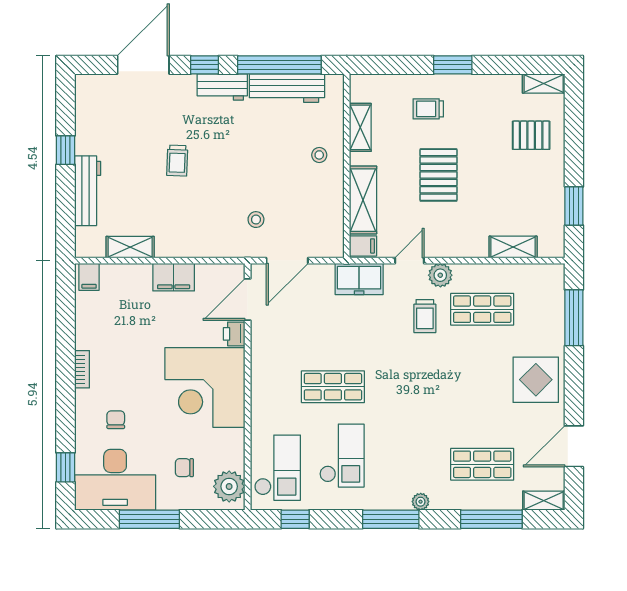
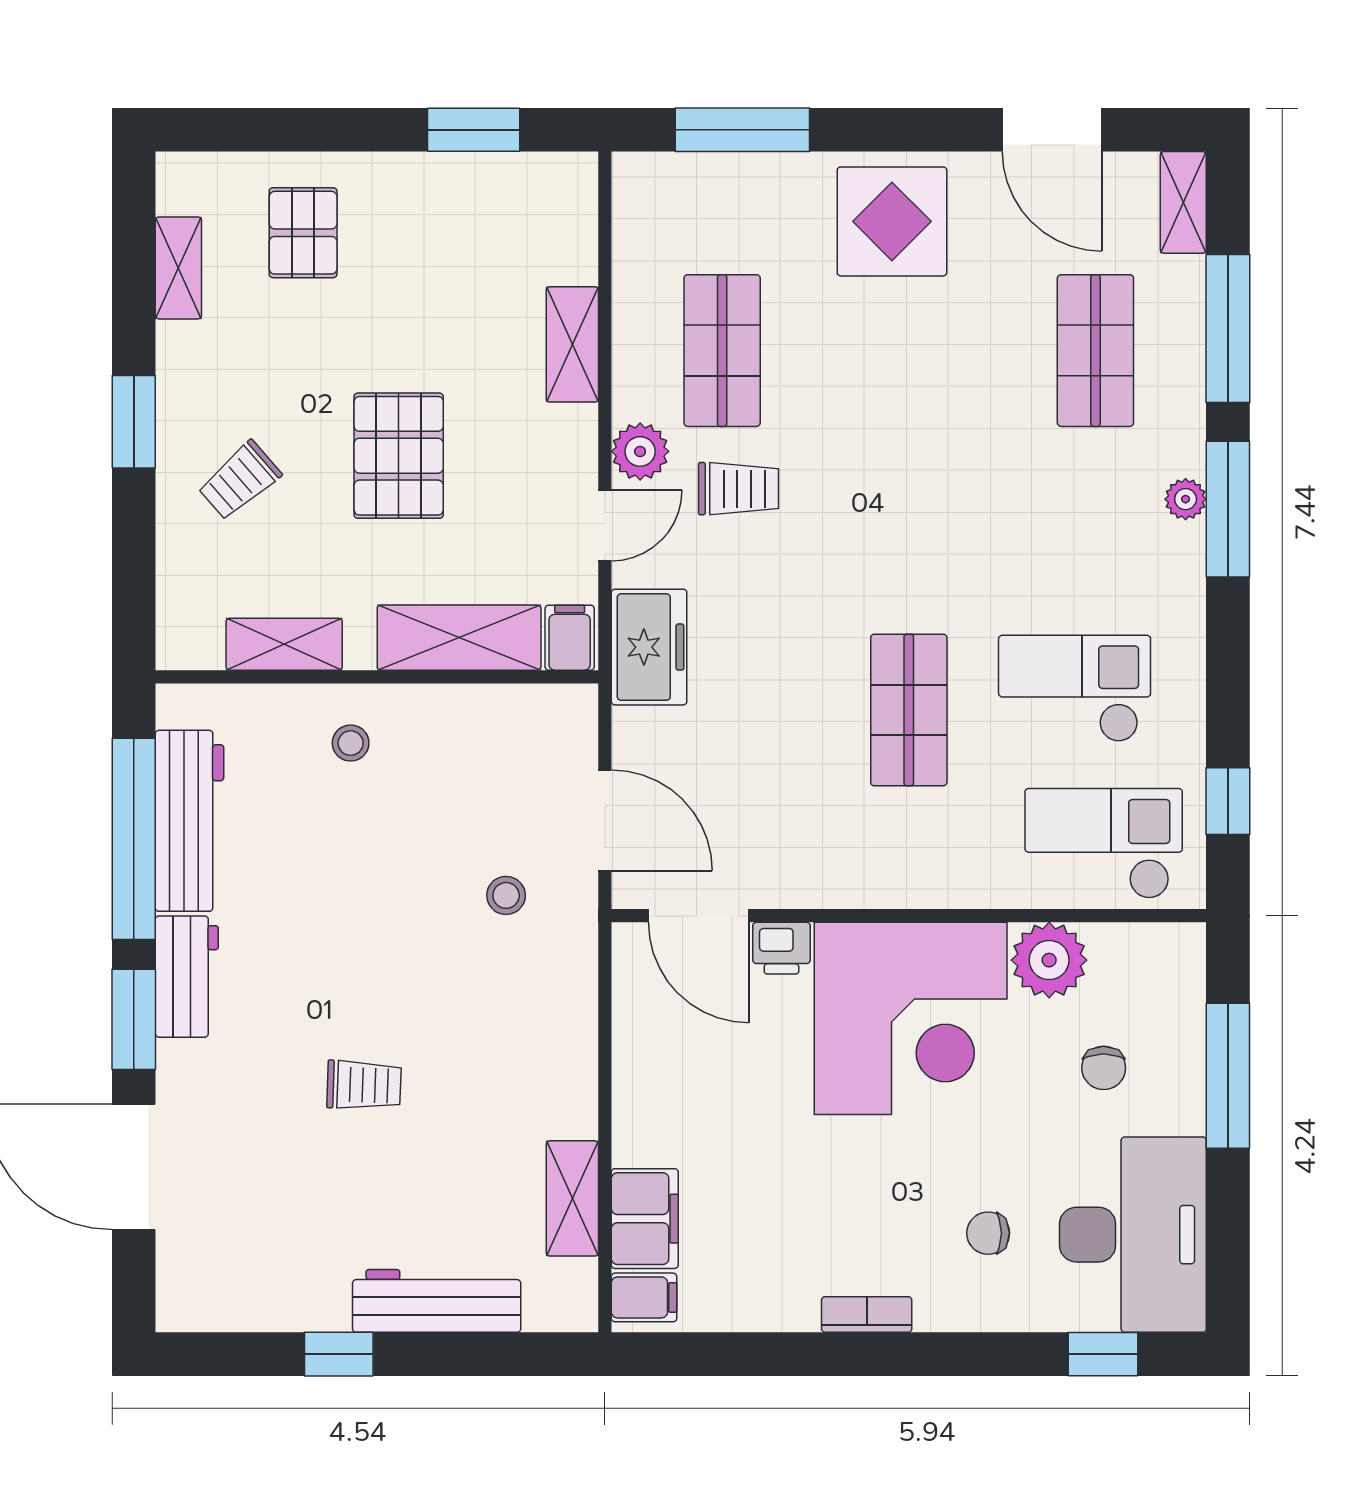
window: (204, 65) -> (134, 1019), width x1.50
shelving: (544, 84) -> (178, 268), moved
trolley: (428, 109) -> (240, 480), turned 49
pallet: (439, 175) -> (399, 456), turned 90
shelving: (513, 247) -> (572, 344), moved
door: (410, 261) -> (605, 526), swing flipped
filing cabinet: (174, 277) -> (645, 1219), moved
plant: (229, 486) -> (1049, 960), moved
window: (149, 519) -> (1228, 1076), moved
window: (391, 519) -> (1228, 509), moved

